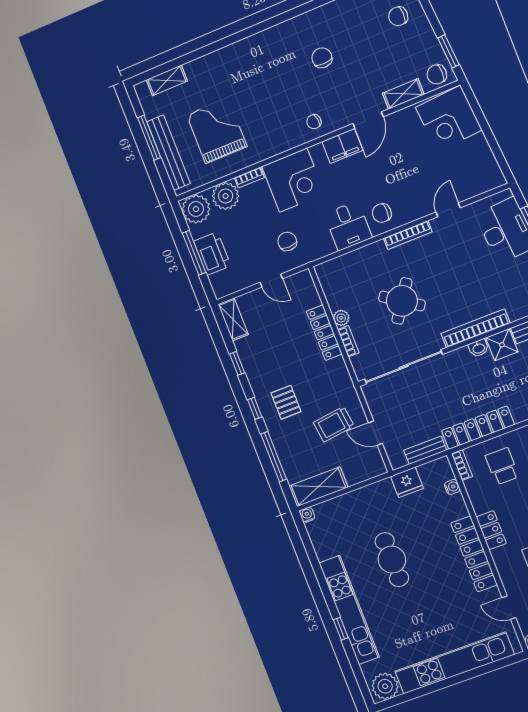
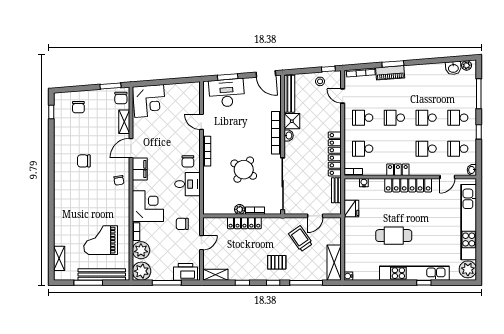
door: (368, 120) -> (131, 148), swing flipped
printer: (212, 254) -> (185, 272), moved
trolley: (334, 424) -> (301, 239), turned 152

